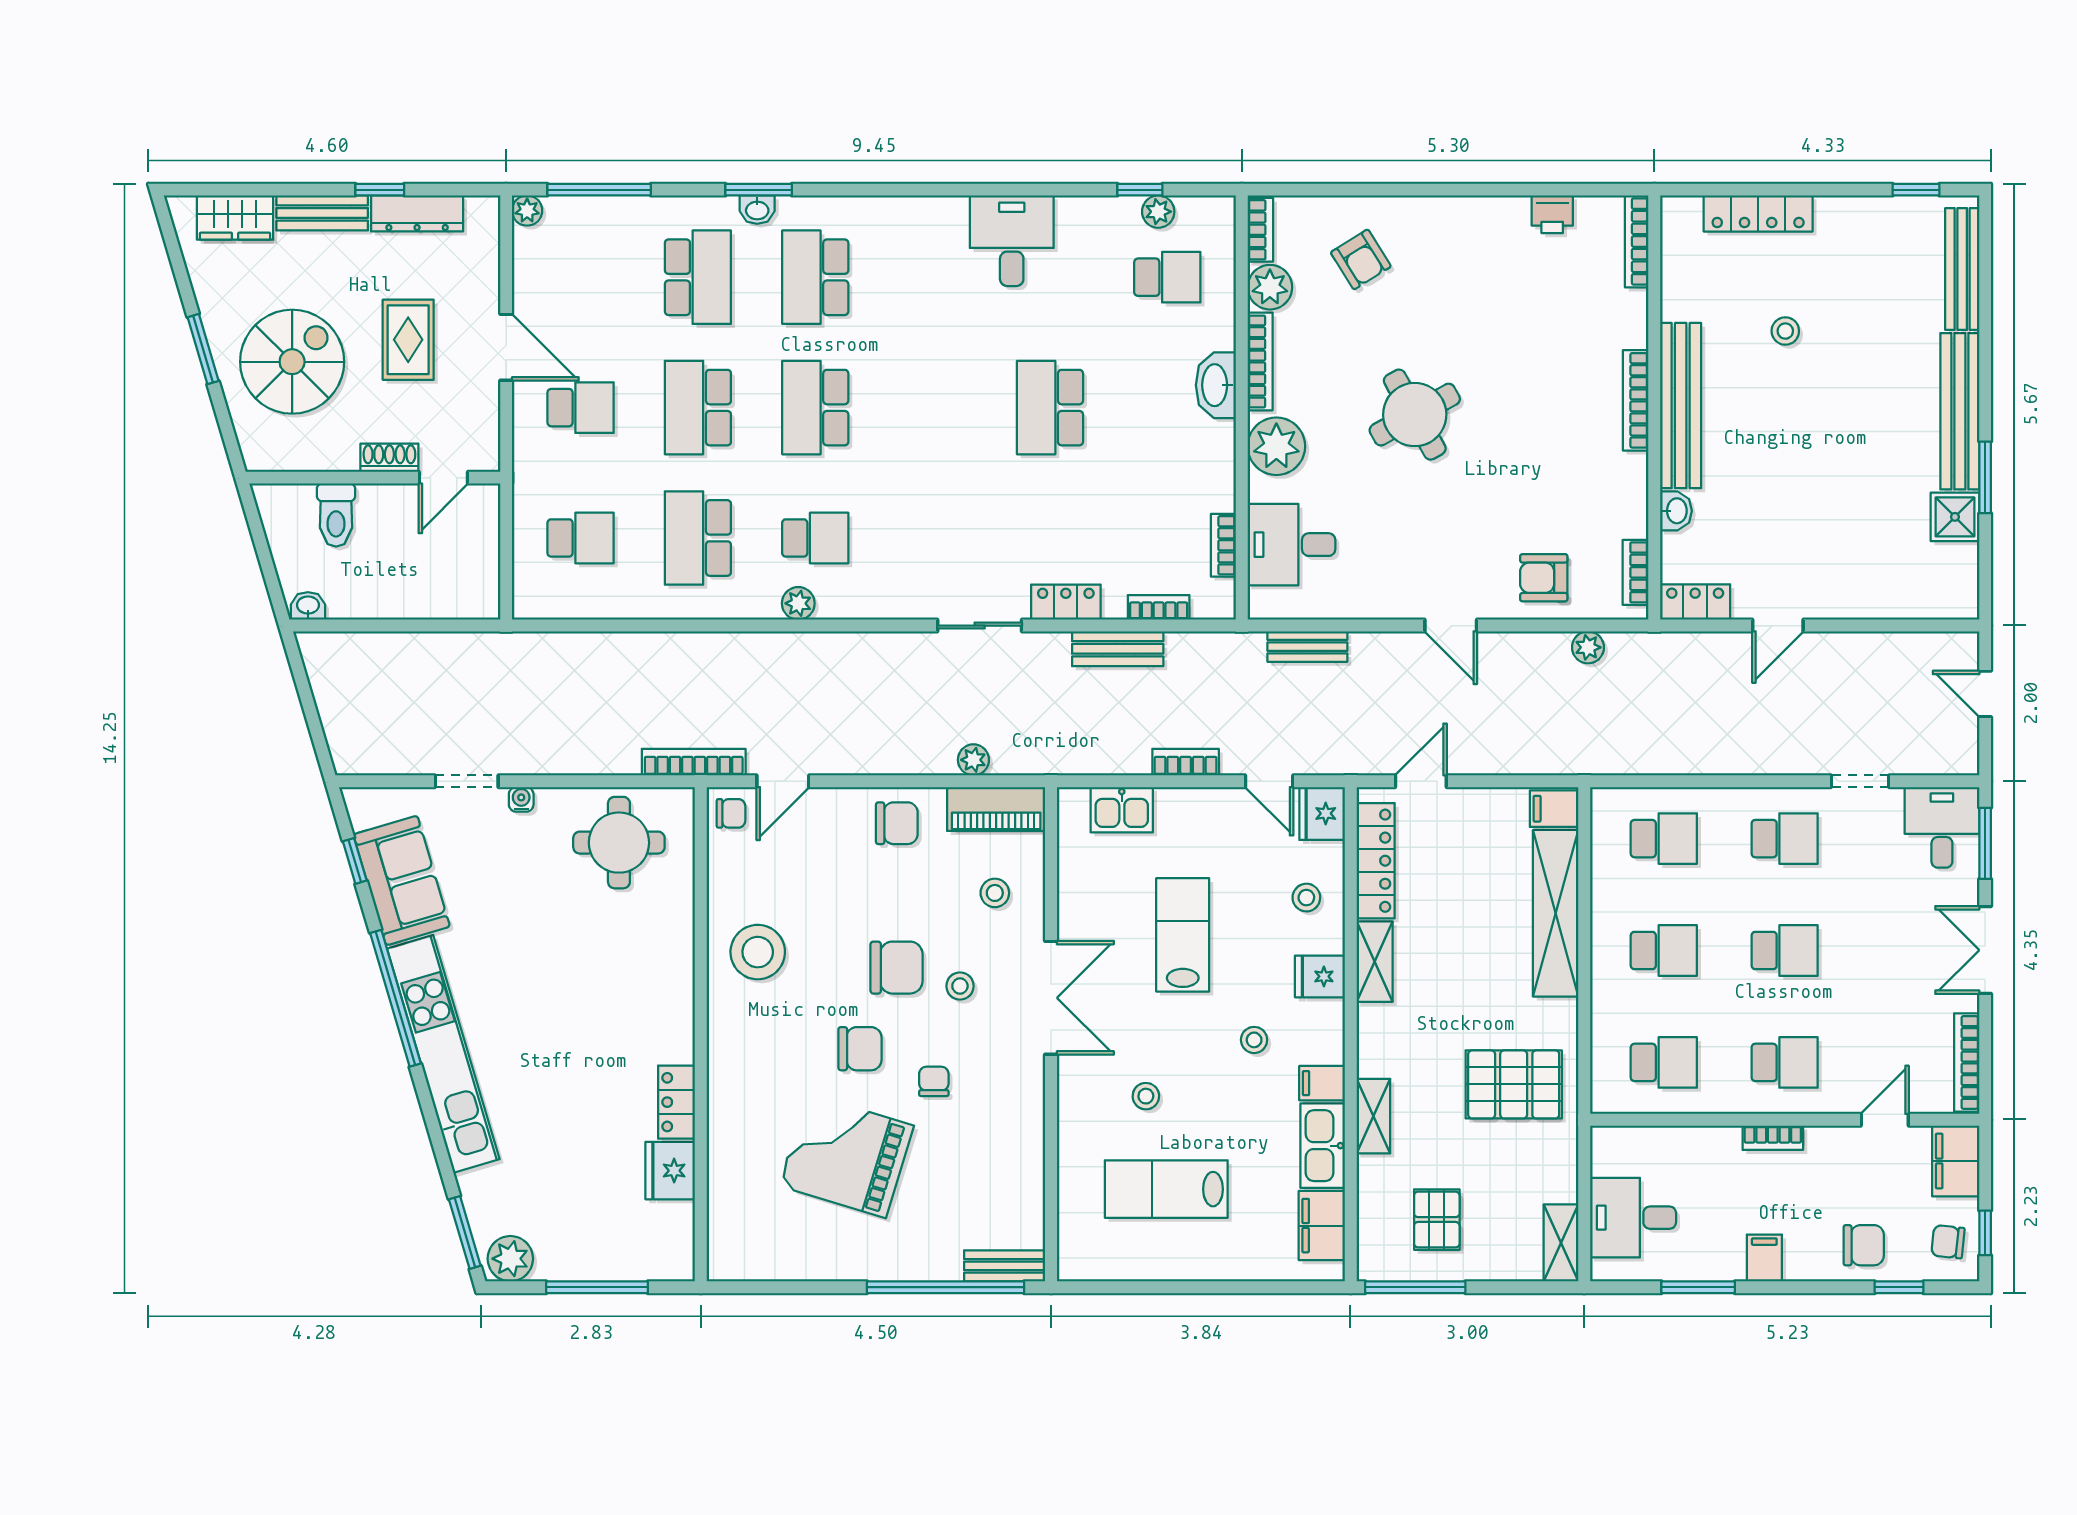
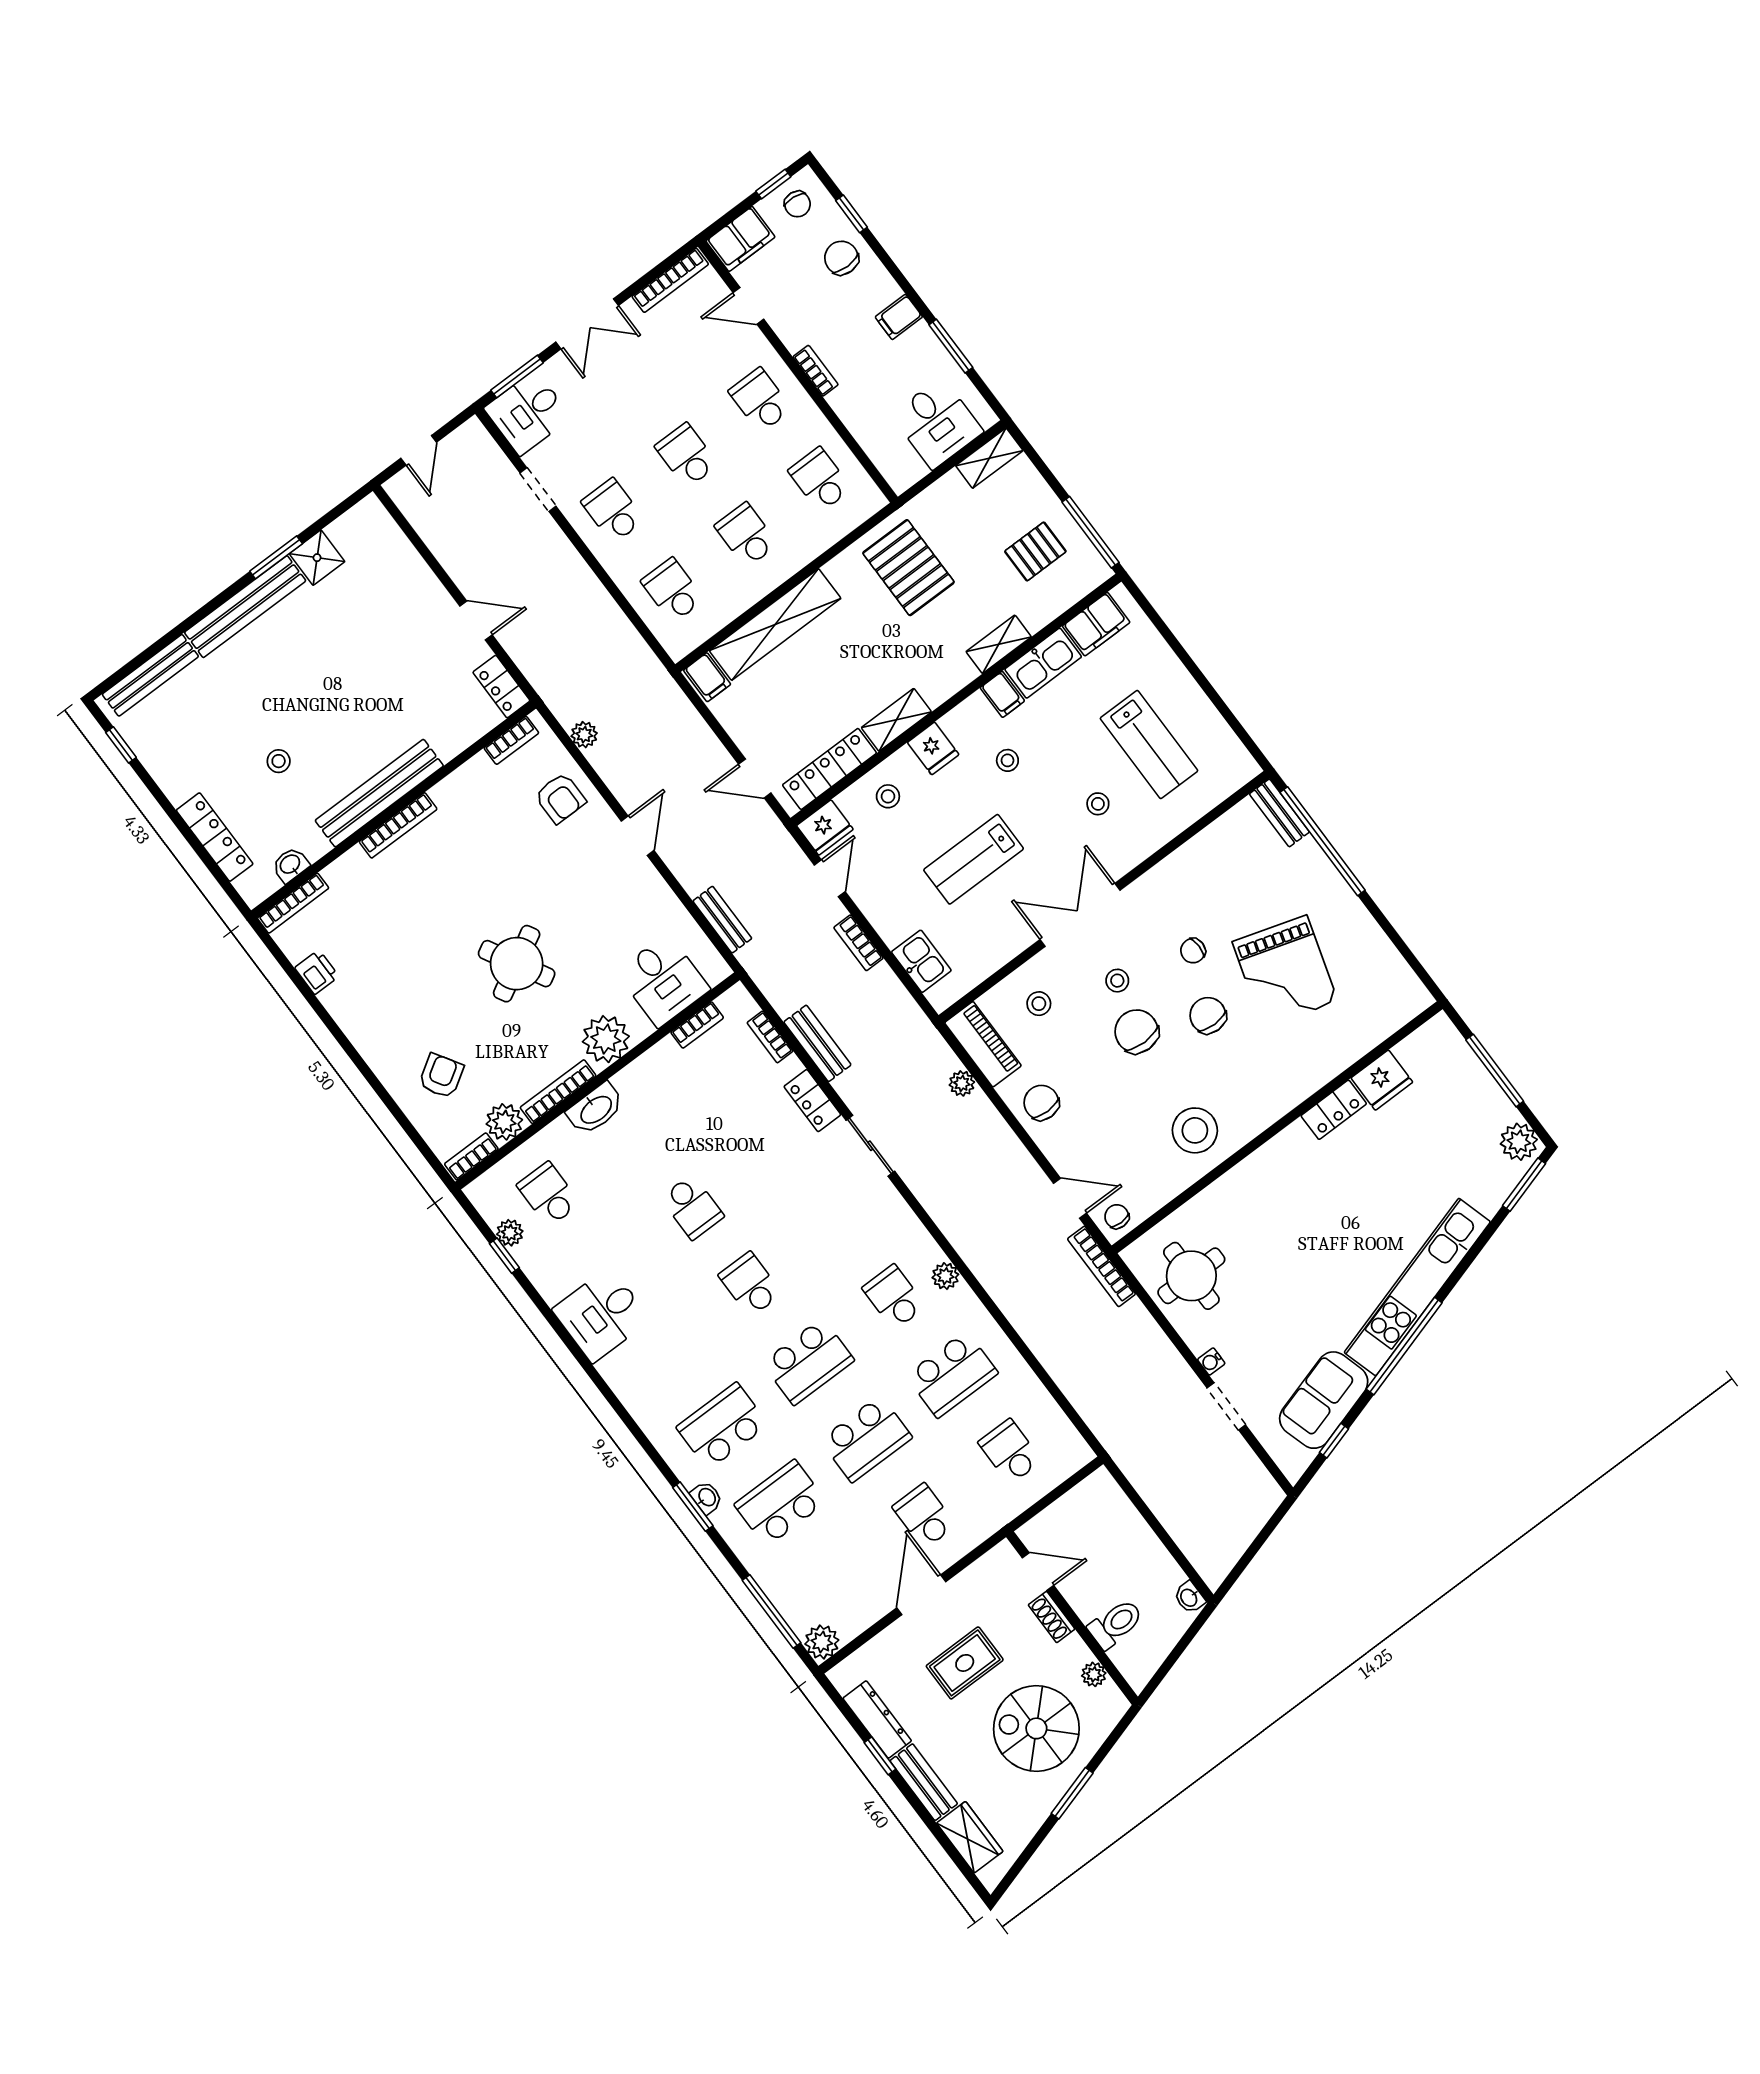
plant: (527, 211) -> (822, 1642), width x1.38, depth x1.38
school desk: (815, 277) -> (722, 1426), turned 180
school desk: (933, 408) -> (750, 1284), added
school desk: (1050, 408) -> (692, 1207), width x0.54
plant: (303, 457) -> (1094, 1674), added
washbasin: (1676, 511) -> (290, 865), moved

